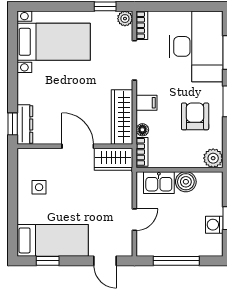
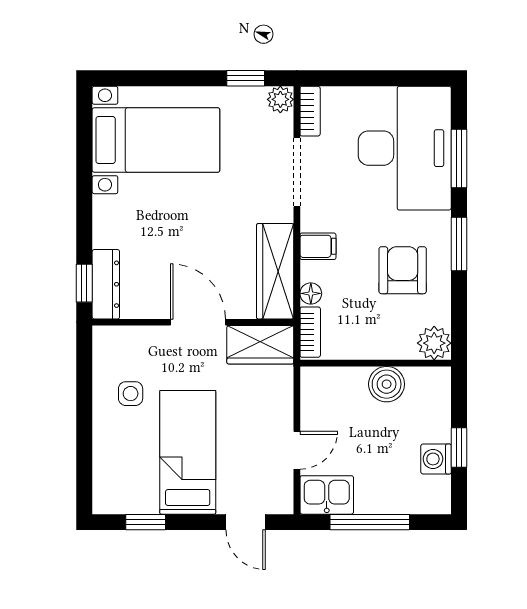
kitchen sink: (159, 183) -> (327, 495), moved, turned 180
bed: (53, 240) -> (188, 452), moved, turned -90

